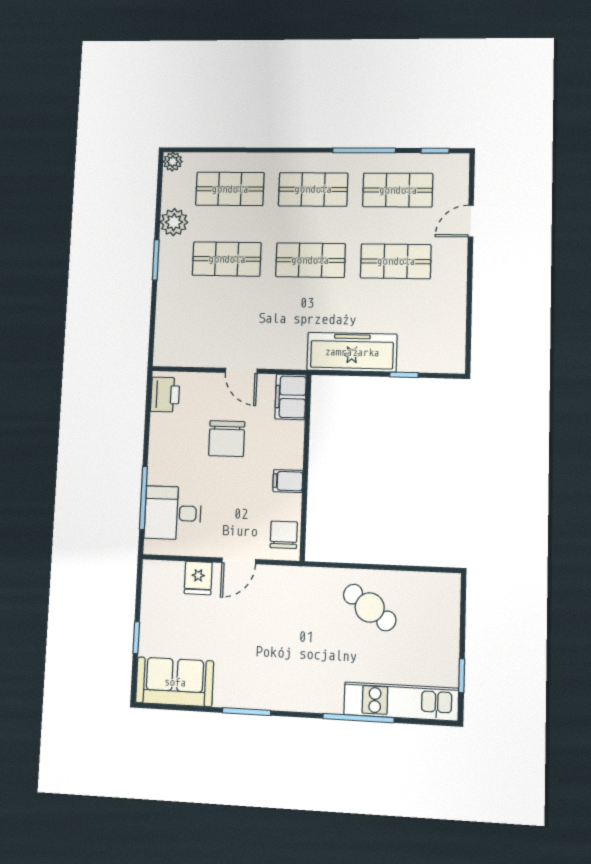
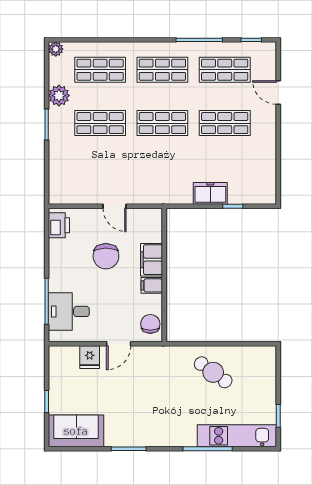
door: (471, 221) -> (278, 92), hinge flipped
freezer: (352, 352) -> (210, 193), width x0.52, depth x0.79
filing cabinet: (291, 397) -> (151, 260), moved

